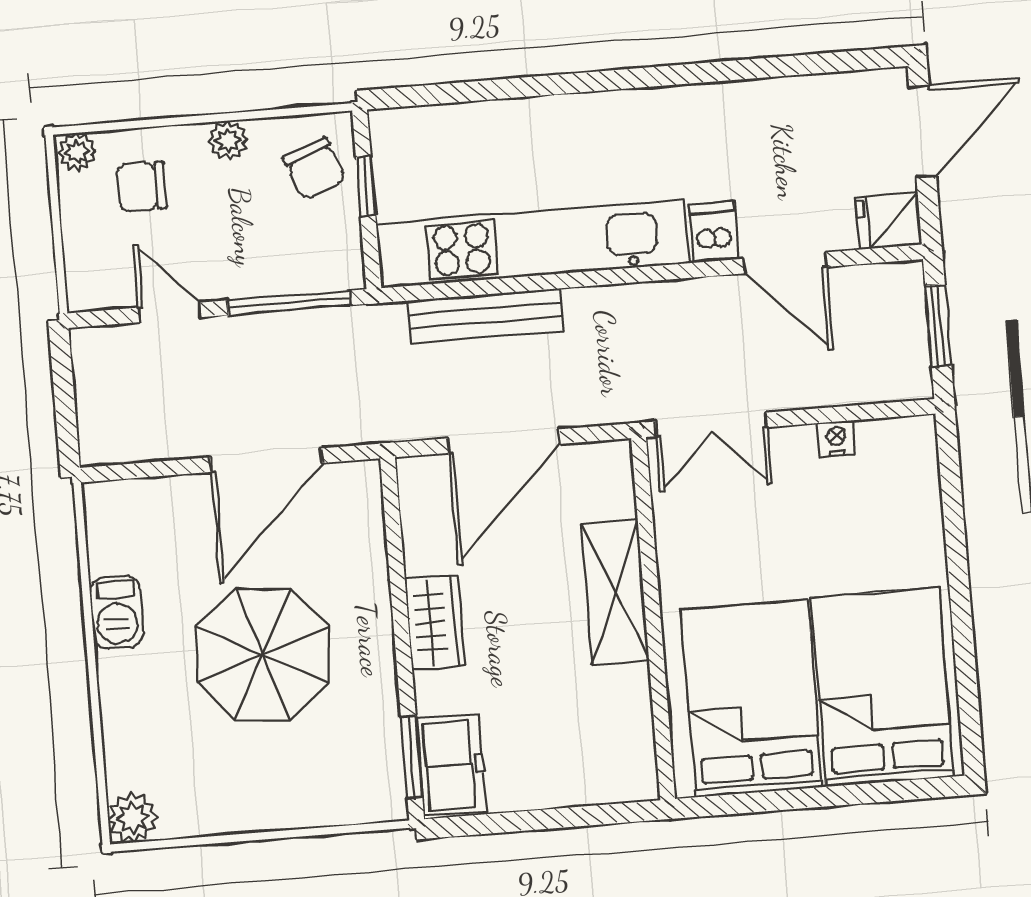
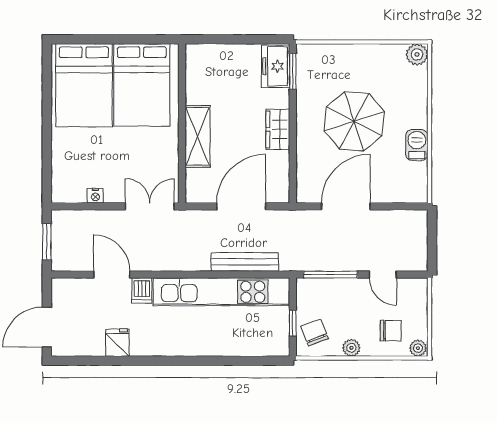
fridge: (888, 221) -> (117, 343), moved, turned -90

